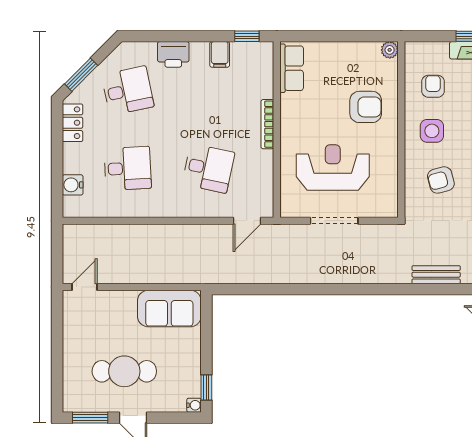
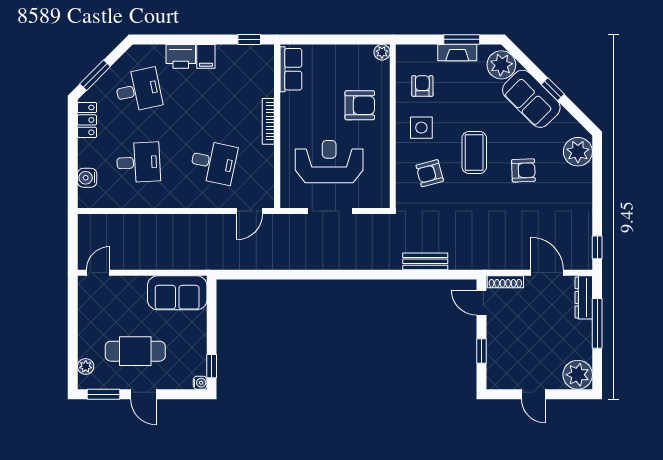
filing cabinet: (220, 54) -> (206, 56), moved
plant: (71, 388) -> (86, 366), added

